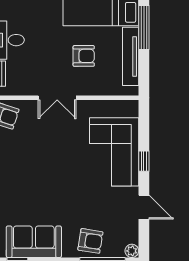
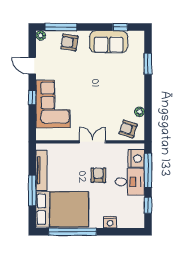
armchair: (84, 56) -> (98, 175), moved, turned 90

